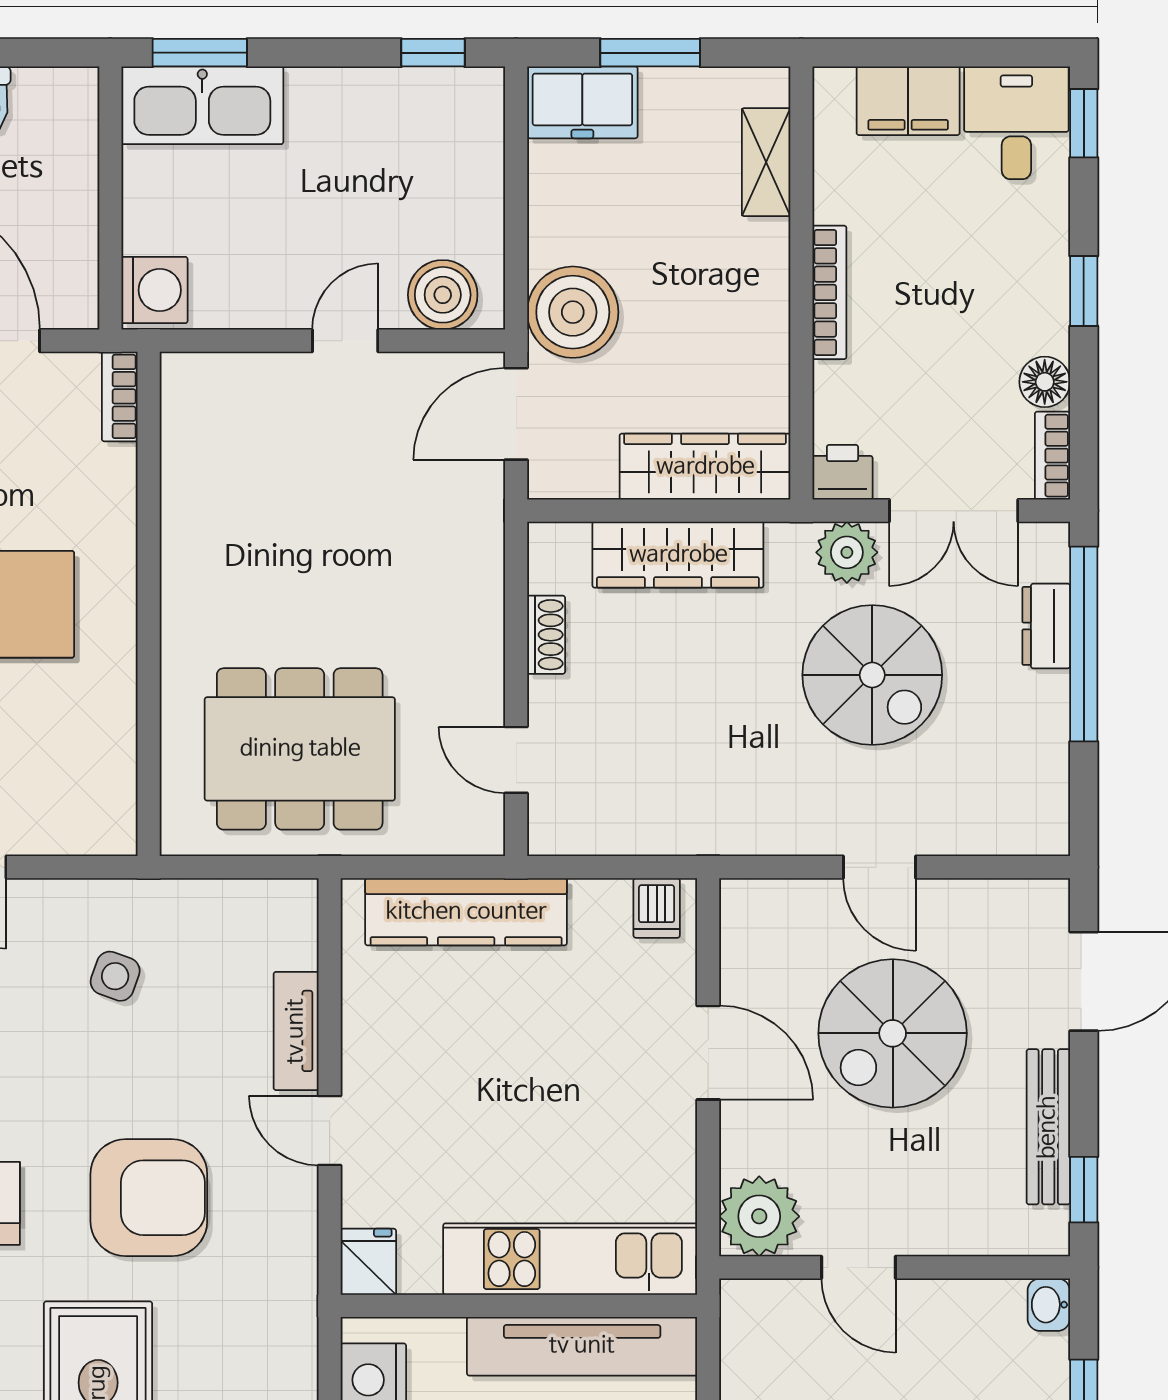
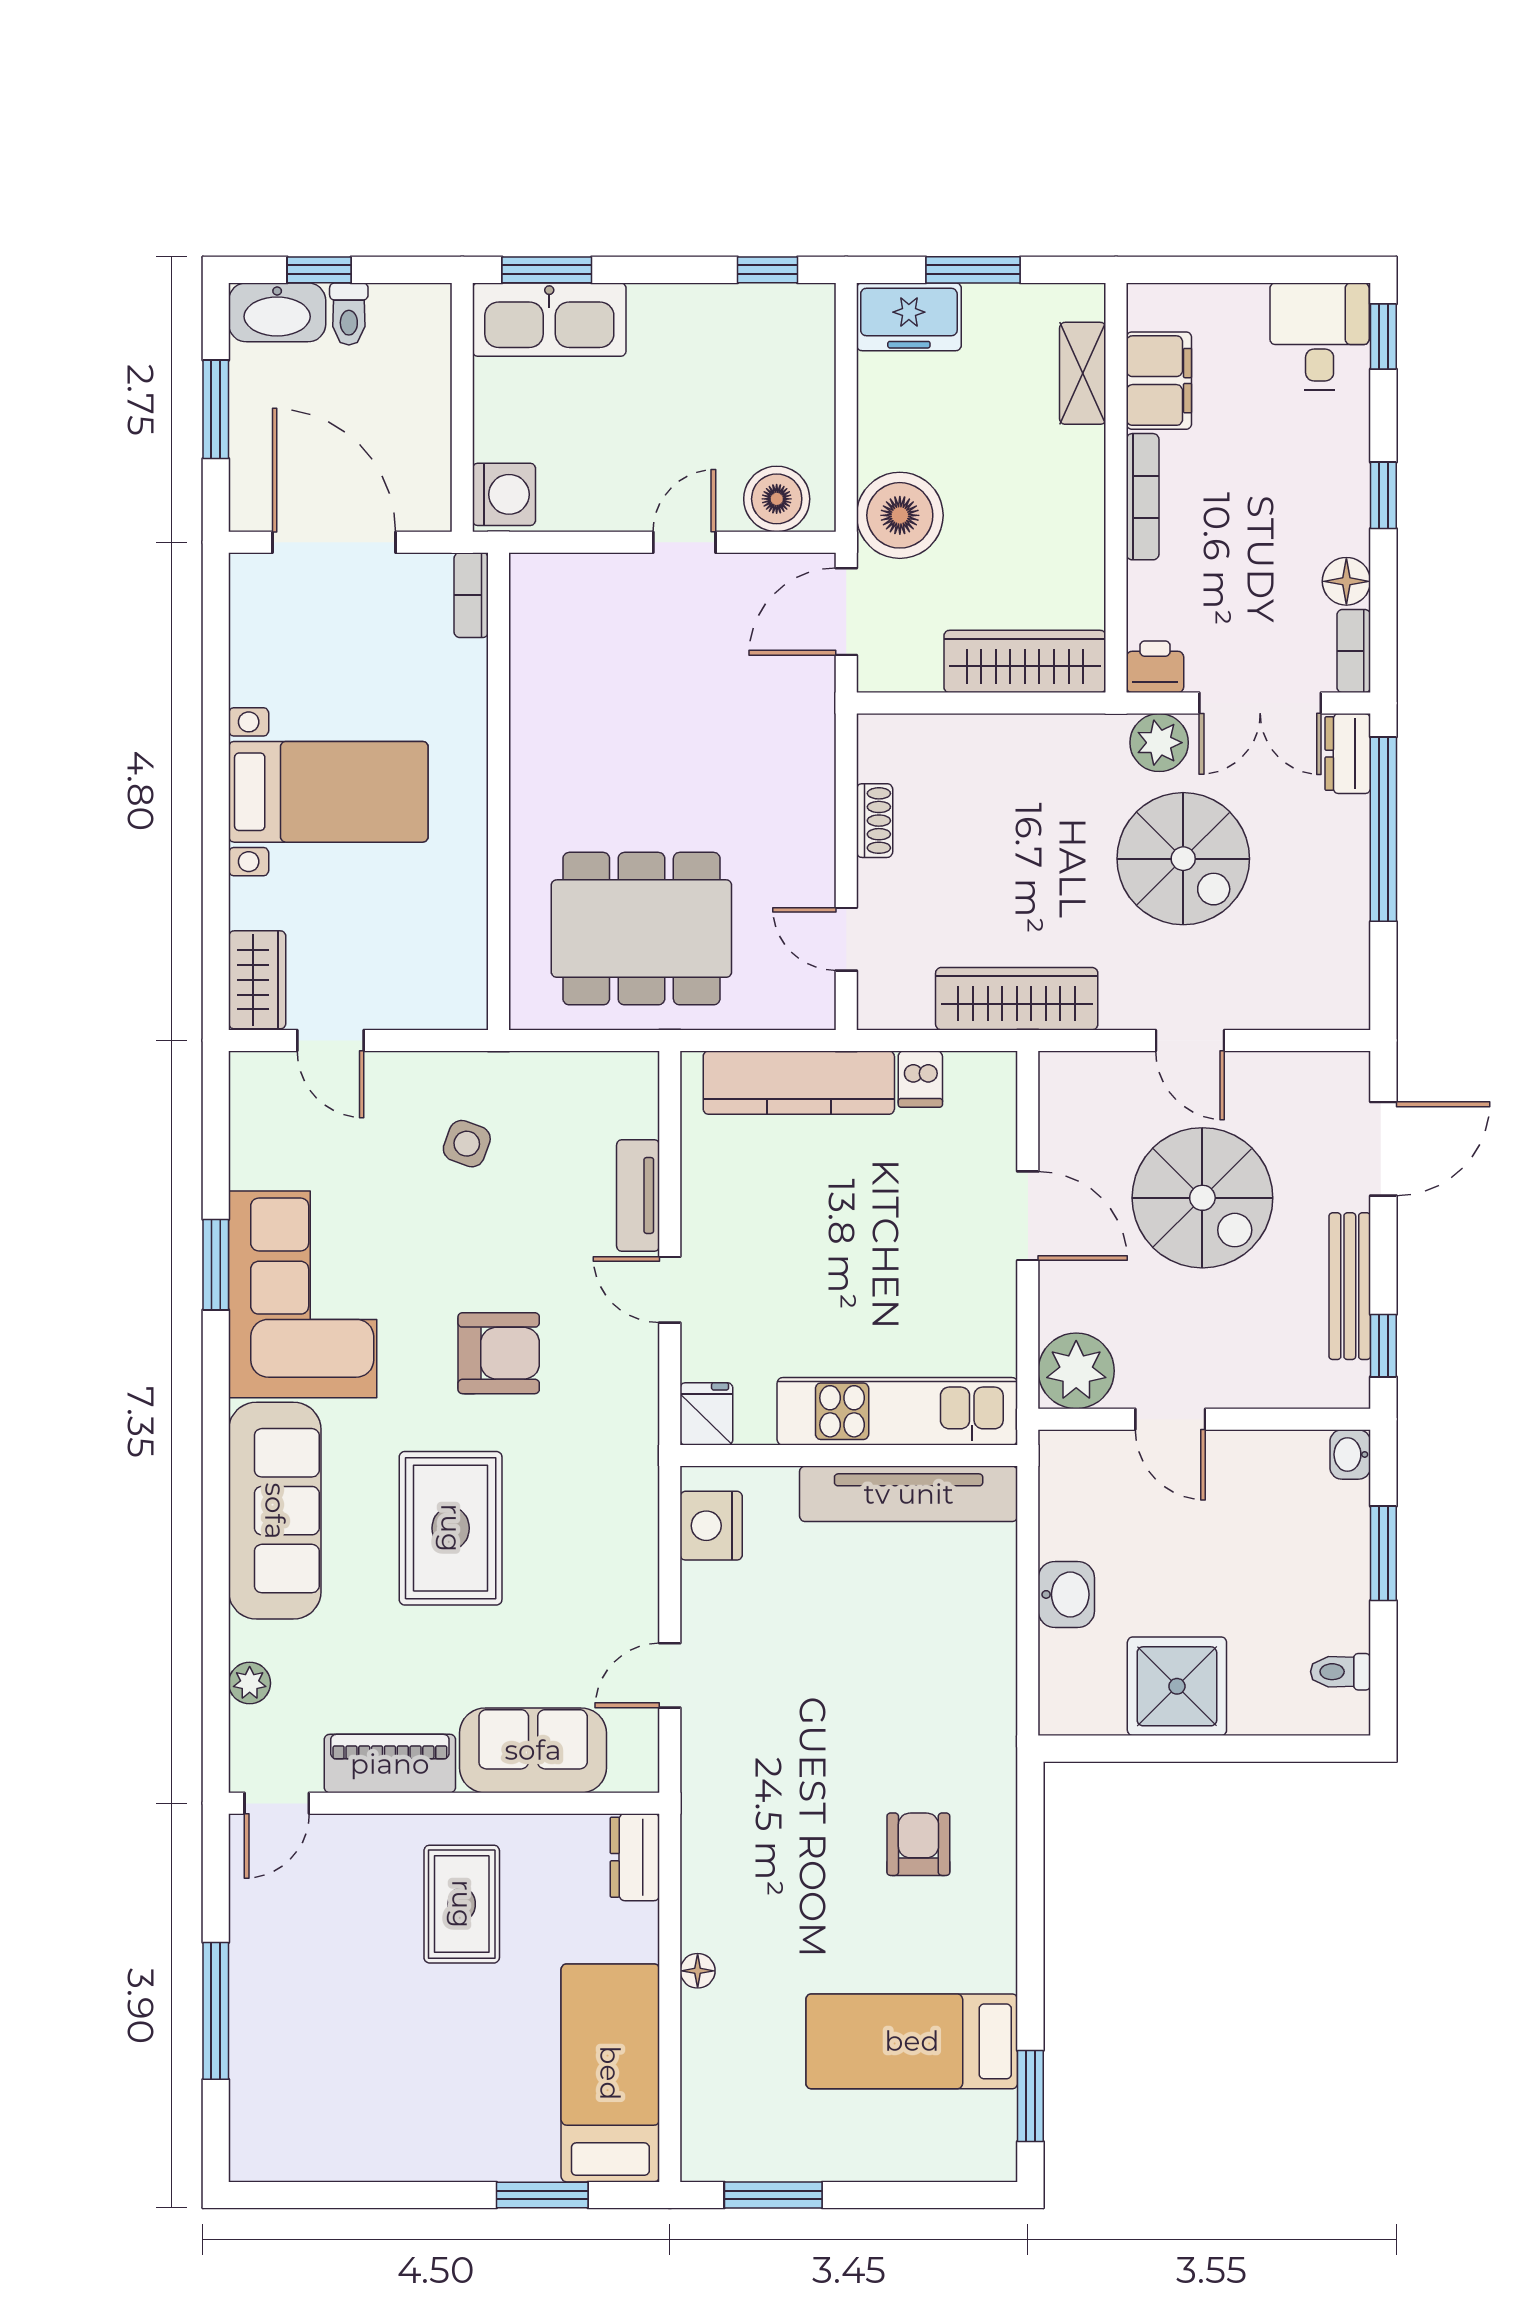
filing cabinet: (908, 101) -> (1159, 381), moved, turned -90
wardrobe: (678, 555) -> (1017, 999), moved, turned 180
dresser: (1046, 626) -> (1348, 754), moved
dishwasher: (657, 908) -> (920, 1079), moved
spiral stairs: (893, 1033) -> (1202, 1198), turned -90
armchair: (149, 1198) -> (499, 1353), width x0.73, depth x0.73

